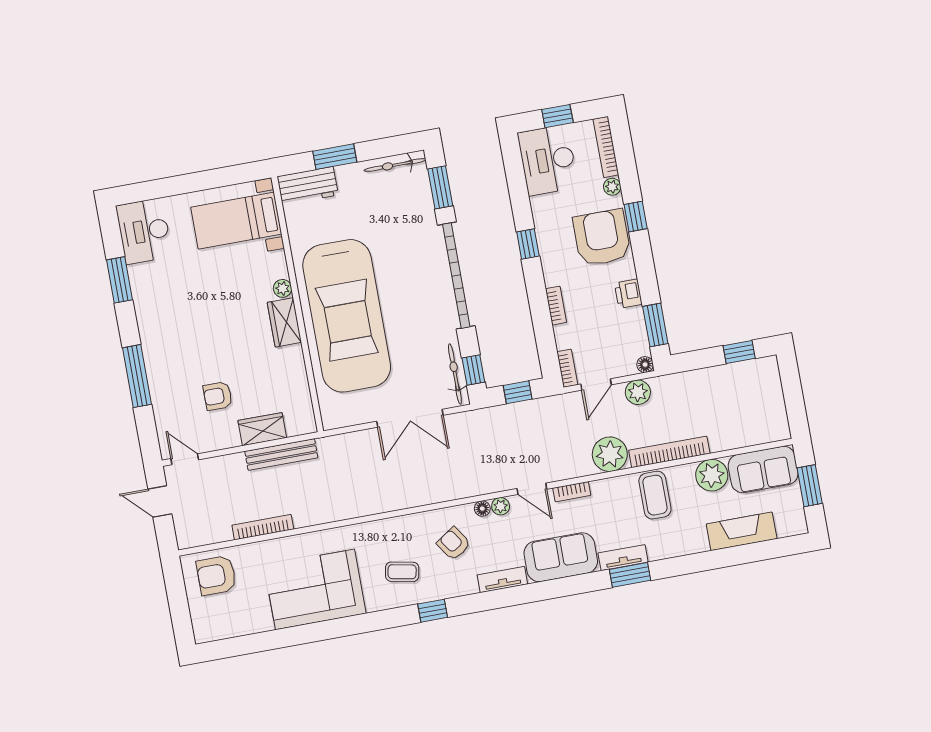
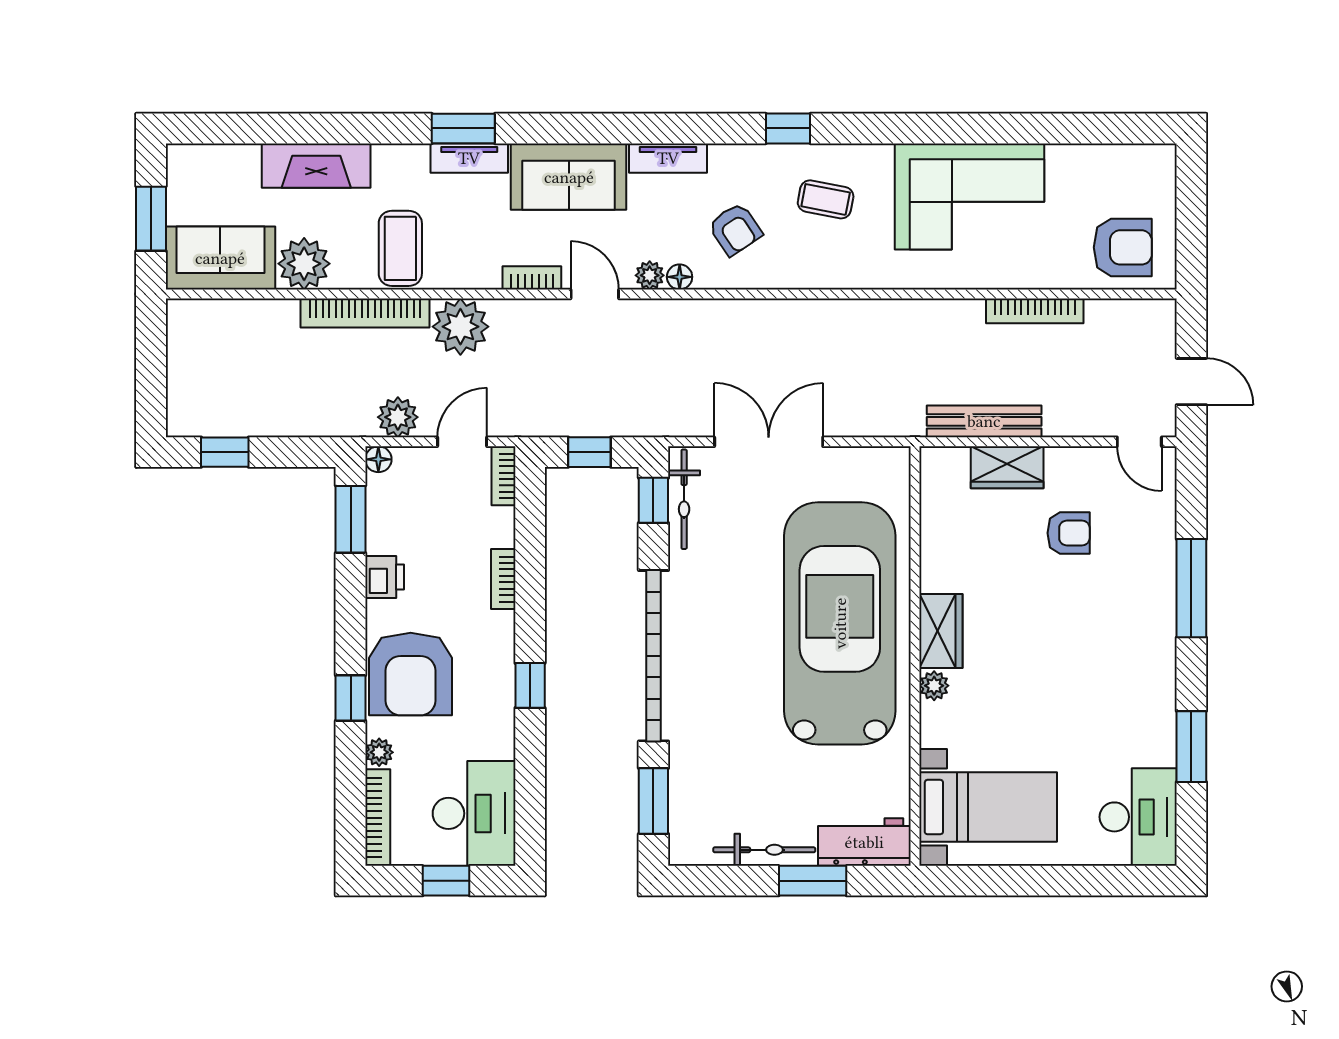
bicycle: (395, 165) -> (764, 850), moved
fireplace: (742, 531) -> (316, 166), moved

